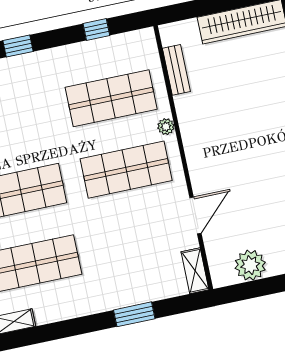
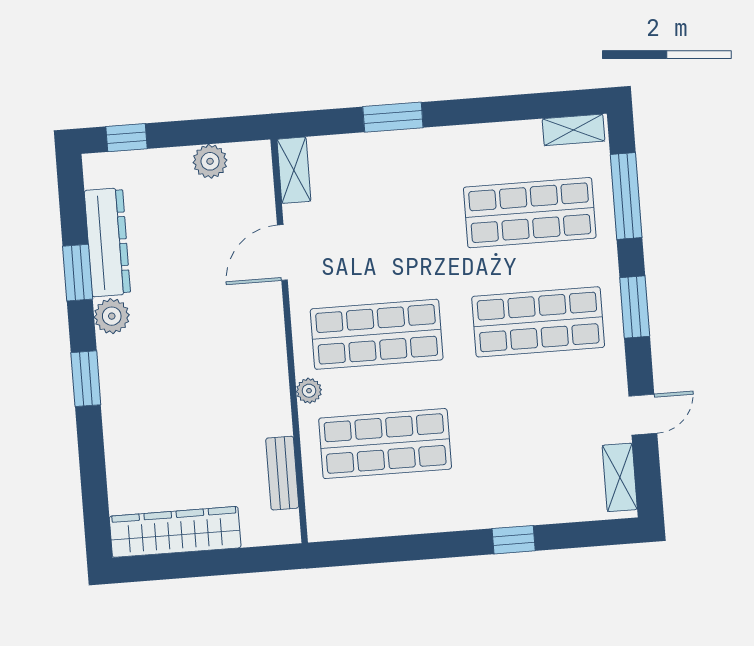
window: (96, 29) -> (393, 549), removed
plant: (250, 265) -> (210, 161), width x0.73, depth x0.73

